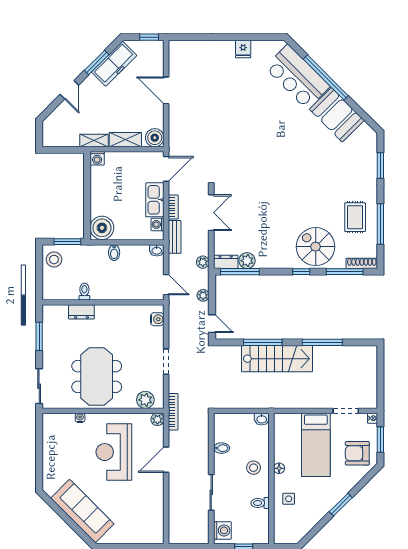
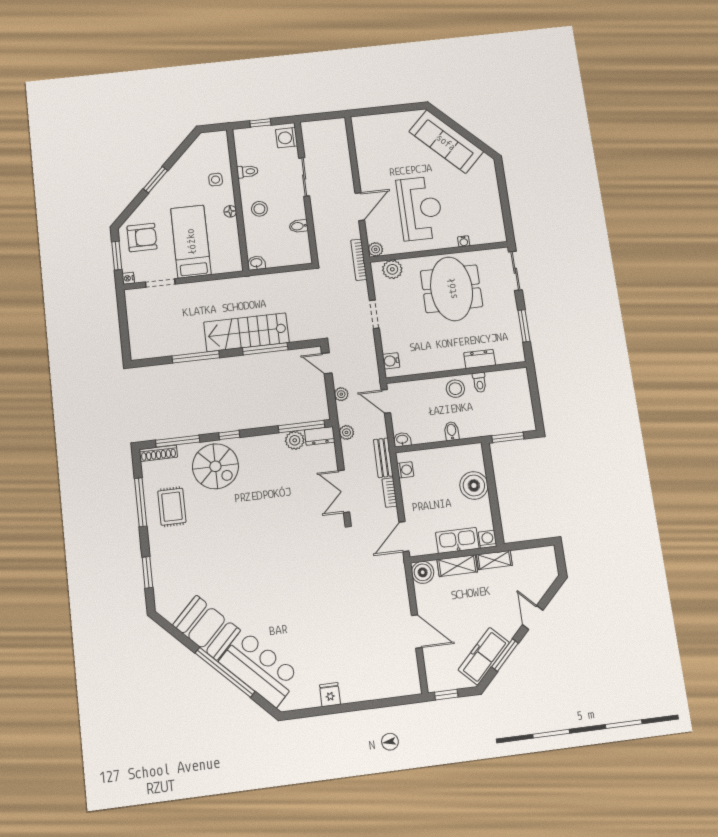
kitchen sink: (155, 200) -> (457, 540), moved, turned -90
boiler: (102, 228) -> (474, 485), moved
stool: (54, 260) -> (455, 389), moved

